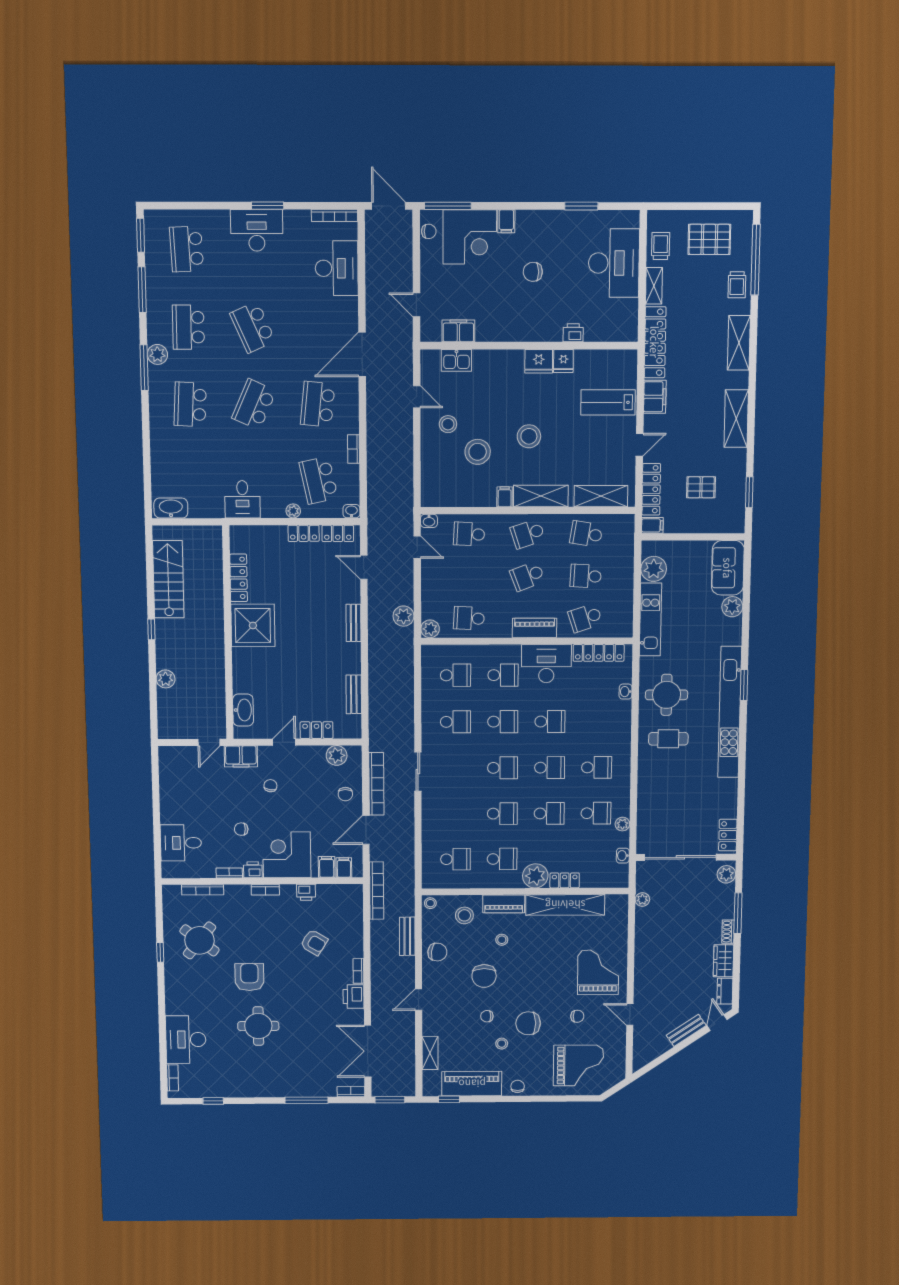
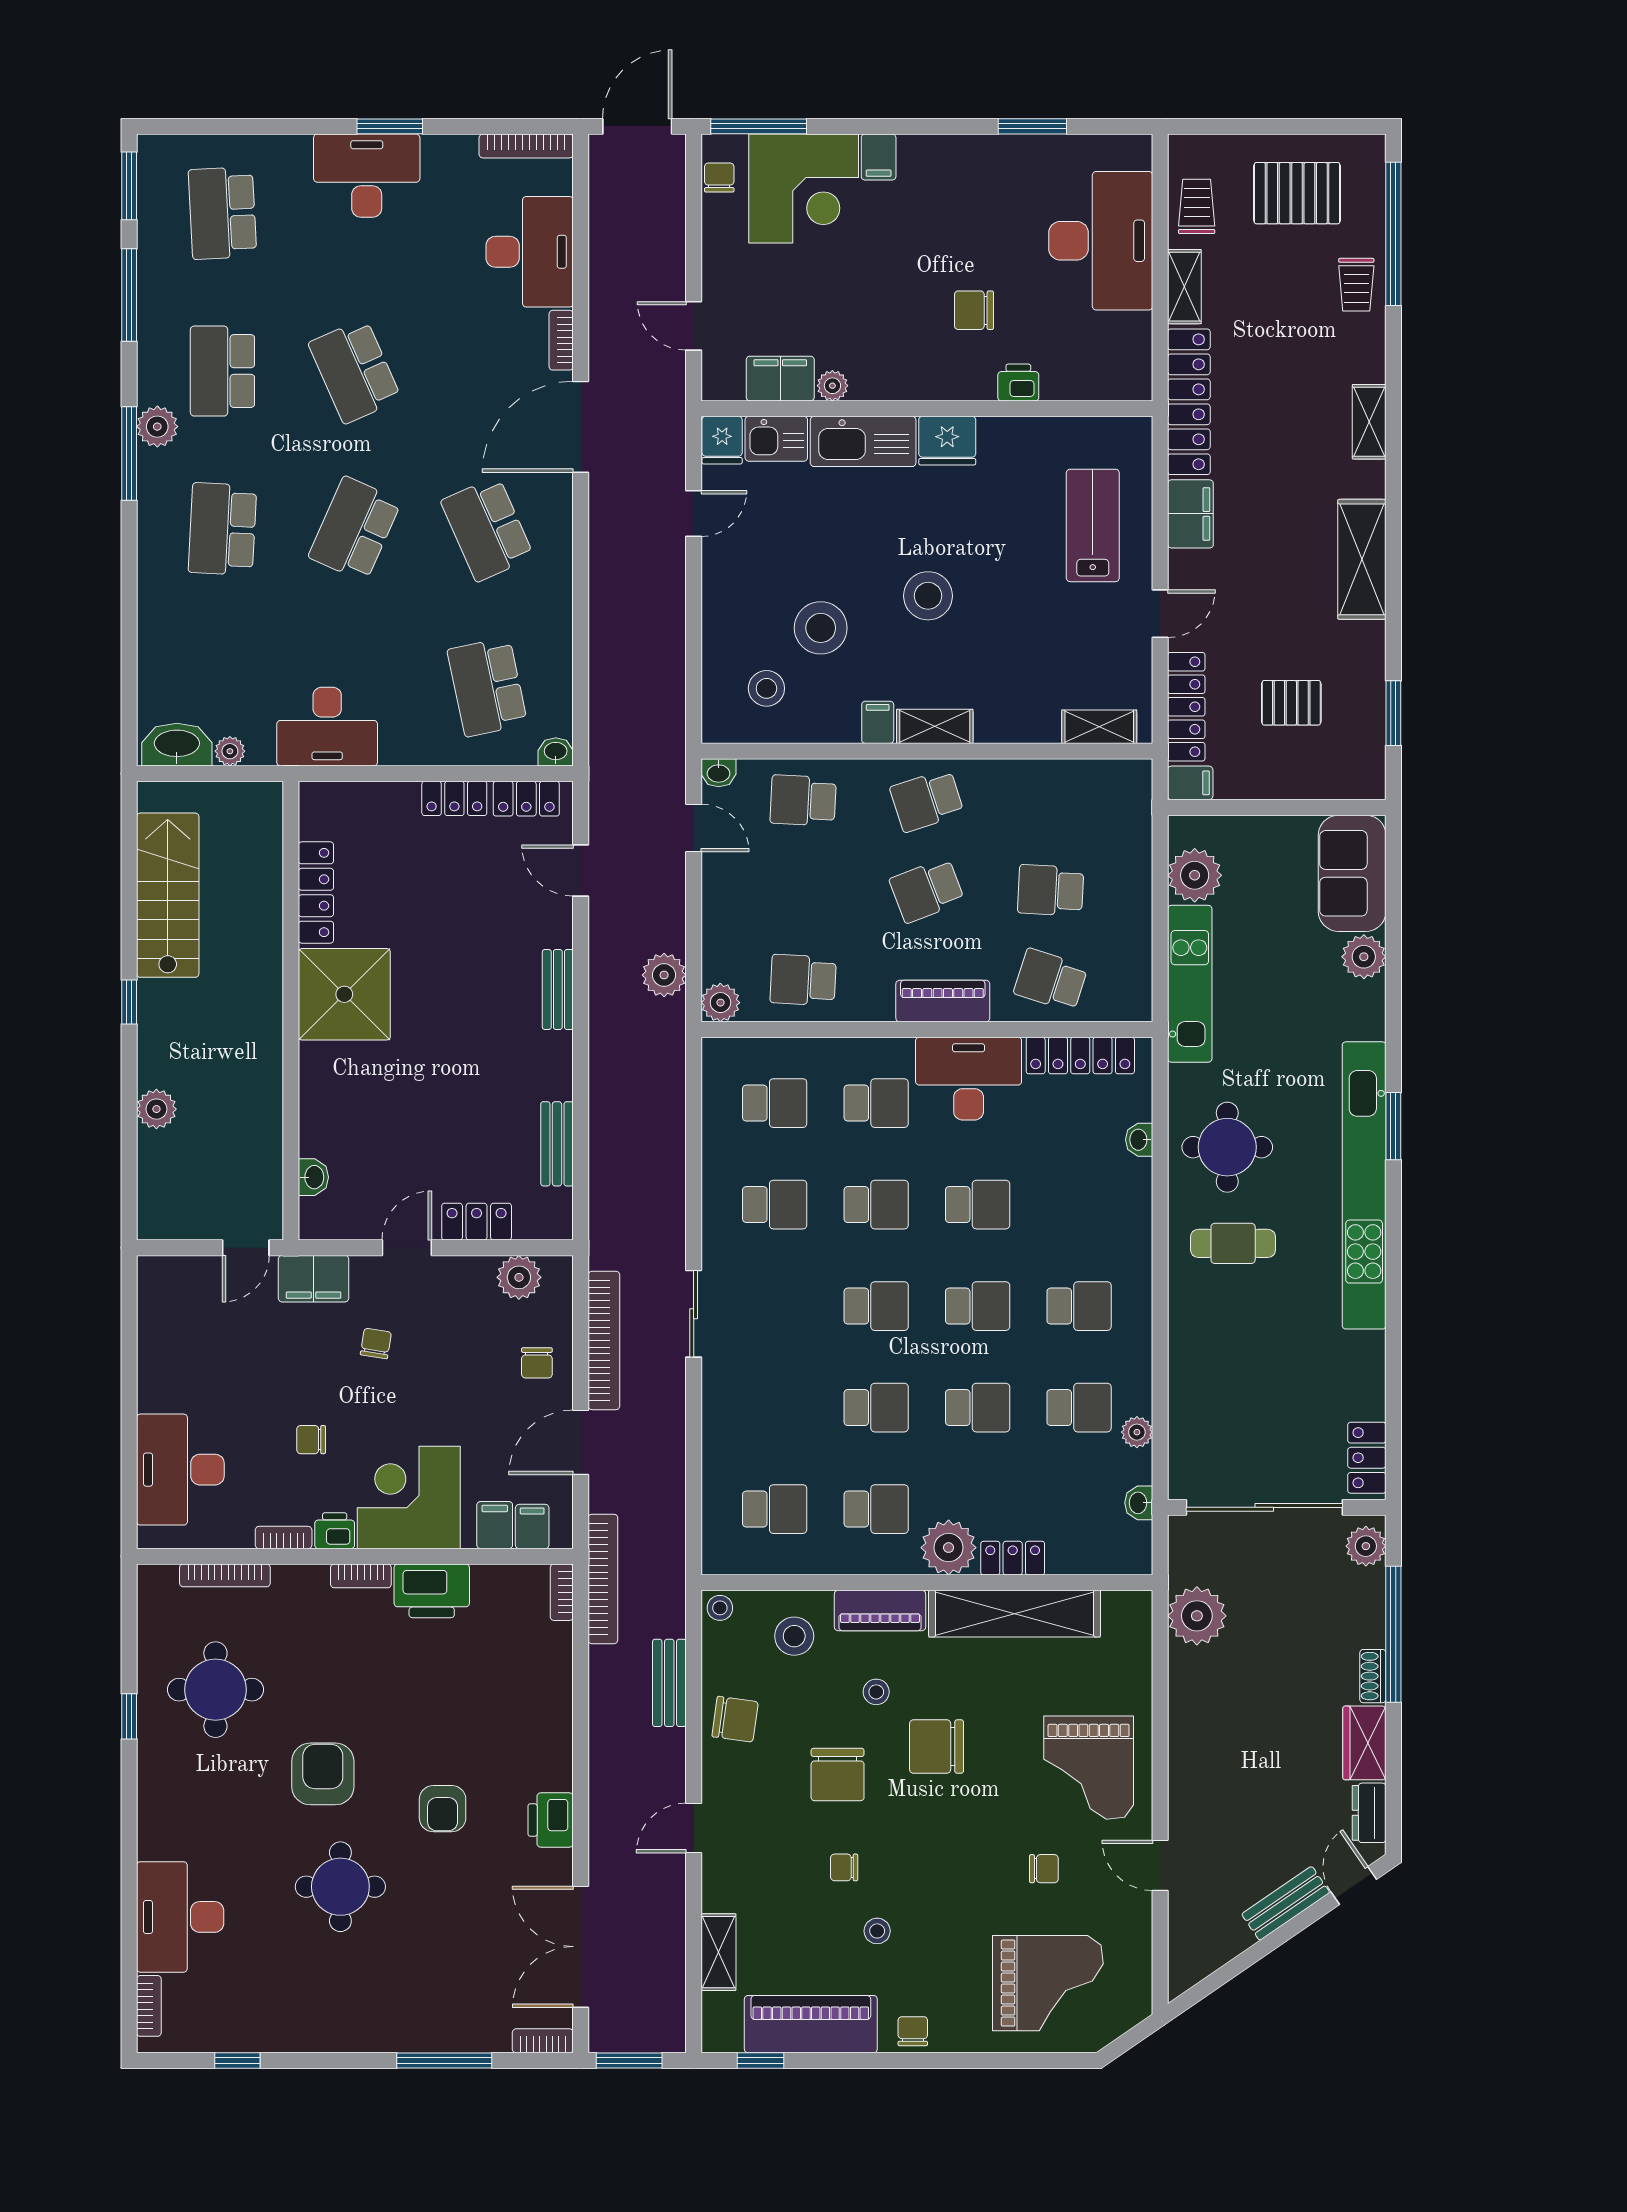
door: (389, 206) -> (637, 126), hinge flipped
chair: (429, 231) -> (719, 178), turned -90
chair: (533, 272) -> (974, 310), moved
plant: (484, 334) -> (832, 386), added
shelving: (739, 343) -> (1369, 422), width x0.67, depth x0.75
fridge: (563, 361) -> (722, 440), moved
kitchen sink: (498, 362) -> (863, 441), added
door: (417, 397) -> (694, 513), hinge flipped
lab bench: (608, 402) -> (1093, 525), turned 90
school desk: (318, 404) -> (487, 529), turned -30
stool: (448, 424) -> (766, 688), moved
bookcase: (354, 449) -> (561, 340), moved
shelving: (541, 496) -> (935, 726), width x0.67, depth x0.75
shelving: (601, 496) -> (1099, 727), width x0.67, depth x0.75
desk: (242, 499) -> (327, 727), width x1.37
plant: (293, 511) -> (230, 751), moved
school desk: (586, 534) -> (1051, 801), removed
school desk: (585, 618) -> (1051, 980), turned 36
washbasin: (243, 710) -> (313, 1177), width x0.52, depth x0.69
desk: (181, 843) -> (180, 1470), width x1.37
printer: (306, 892) -> (432, 1591), width x1.87, depth x1.48
plant: (642, 900) -> (1197, 1616), width x1.88, depth x1.88
window: (738, 913) -> (1393, 1634), width x1.46
round table: (200, 940) -> (215, 1690), turned -38
armchair: (314, 942) -> (443, 1809), moved, turned 58
bookcase: (358, 971) -> (562, 1592), moved
grand piano: (598, 972) -> (1089, 1768), turned 180
chair: (528, 1023) -> (937, 1747), moved

